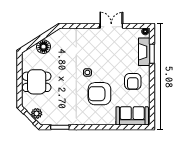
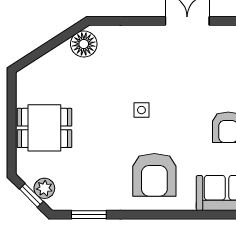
floor lamp: (44, 47) -> (84, 44), moved
armchair: (99, 94) -> (154, 175), moved, turned -90

